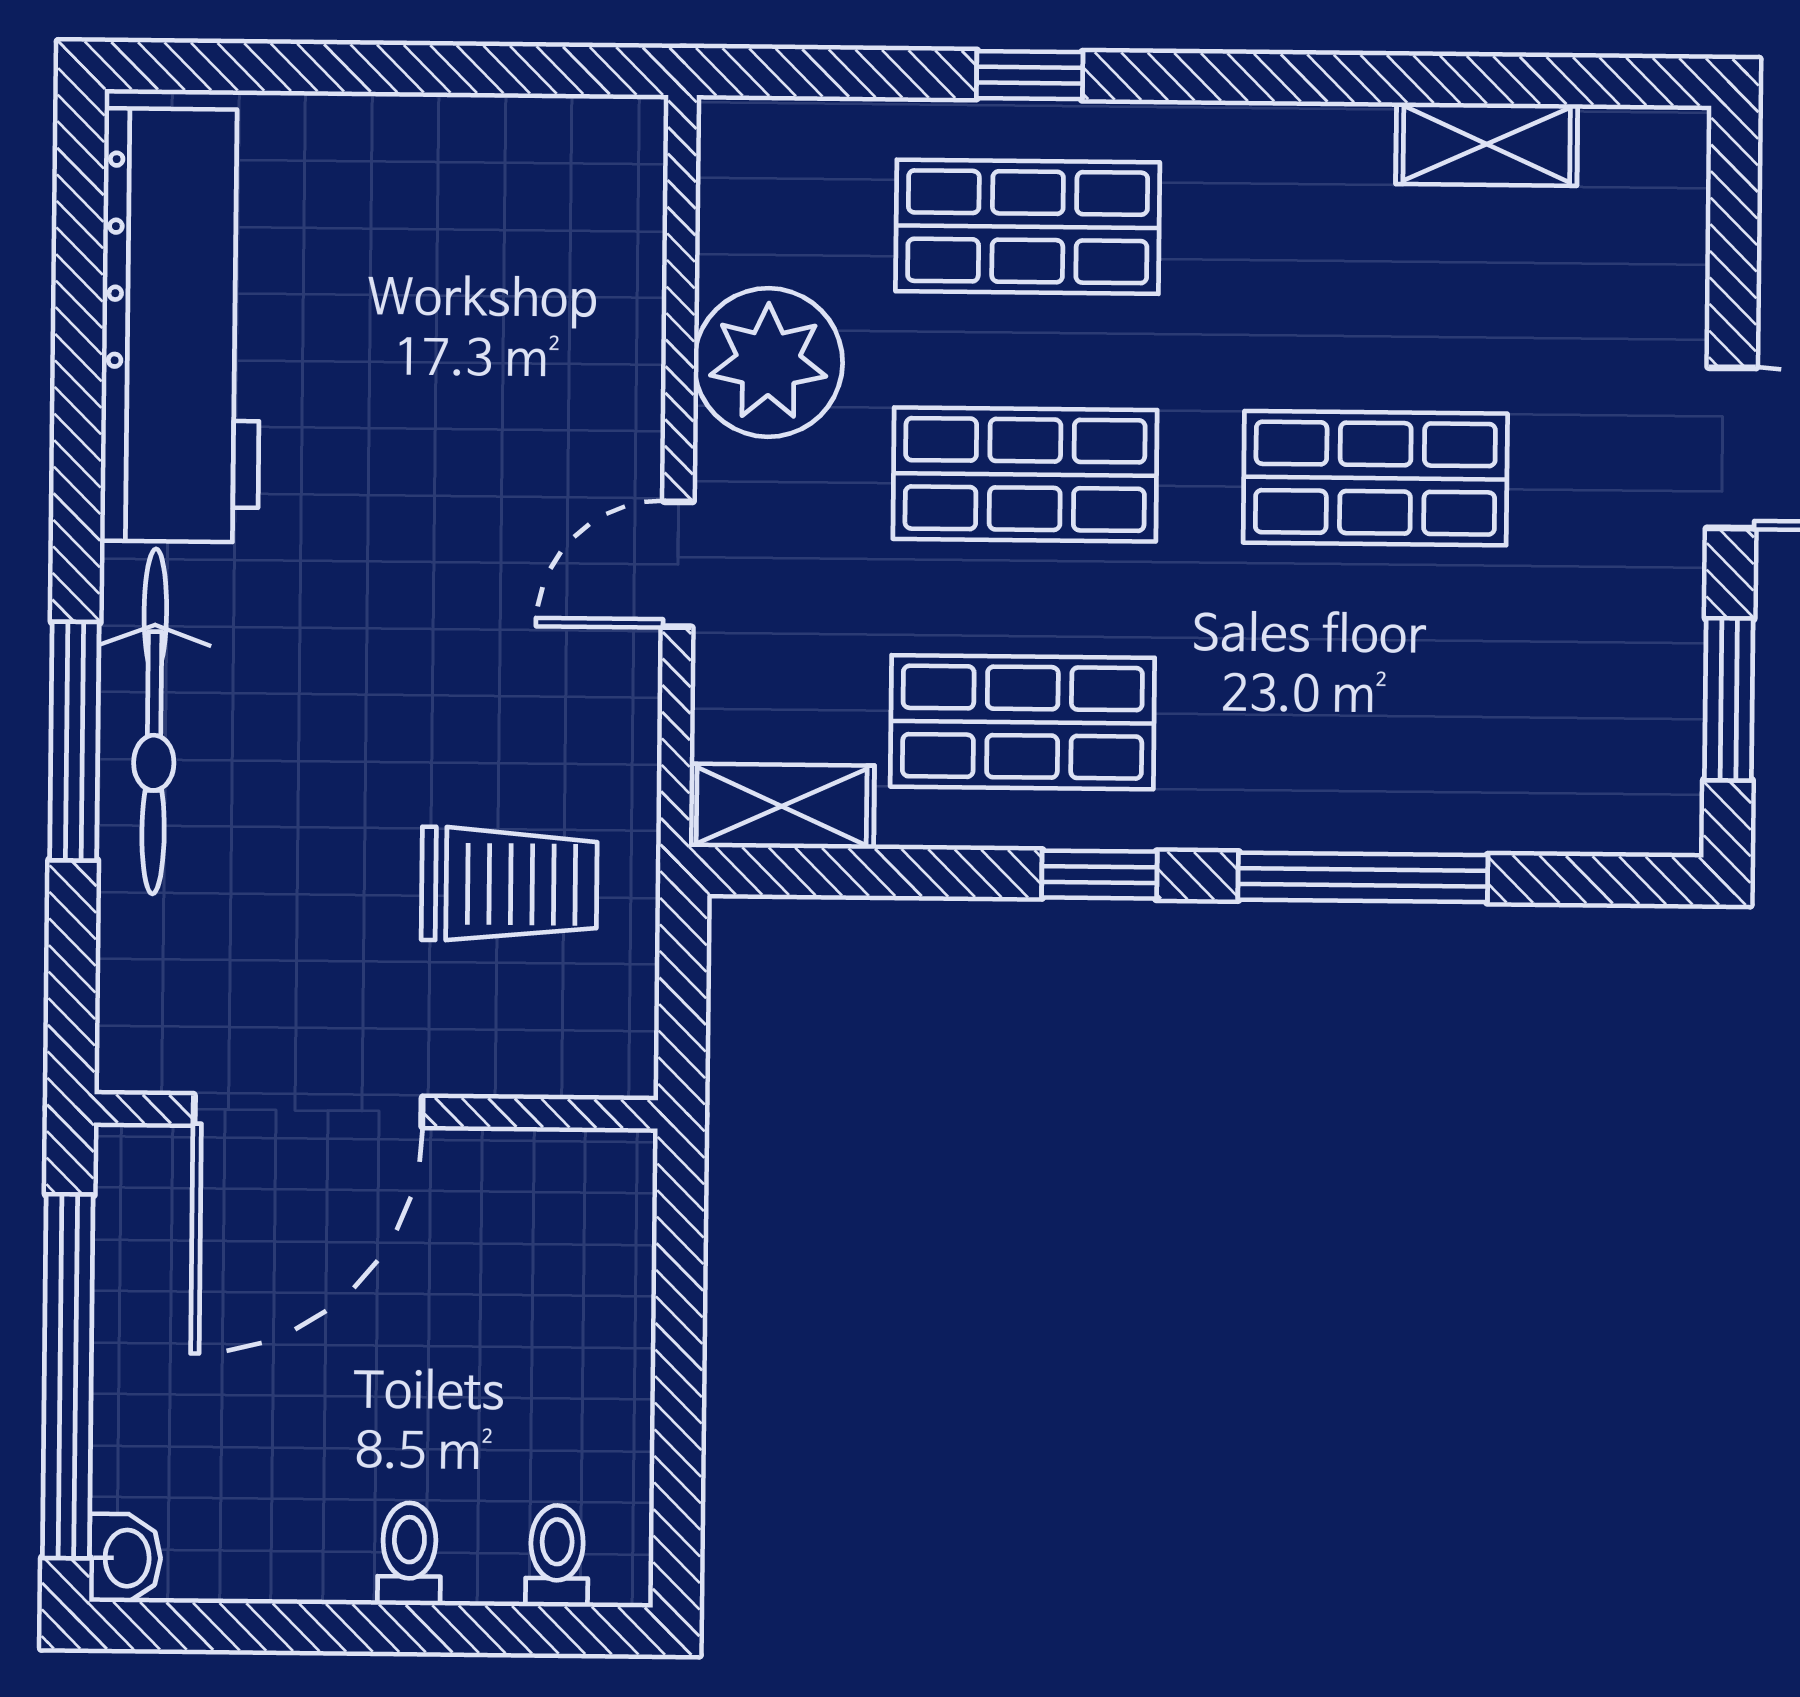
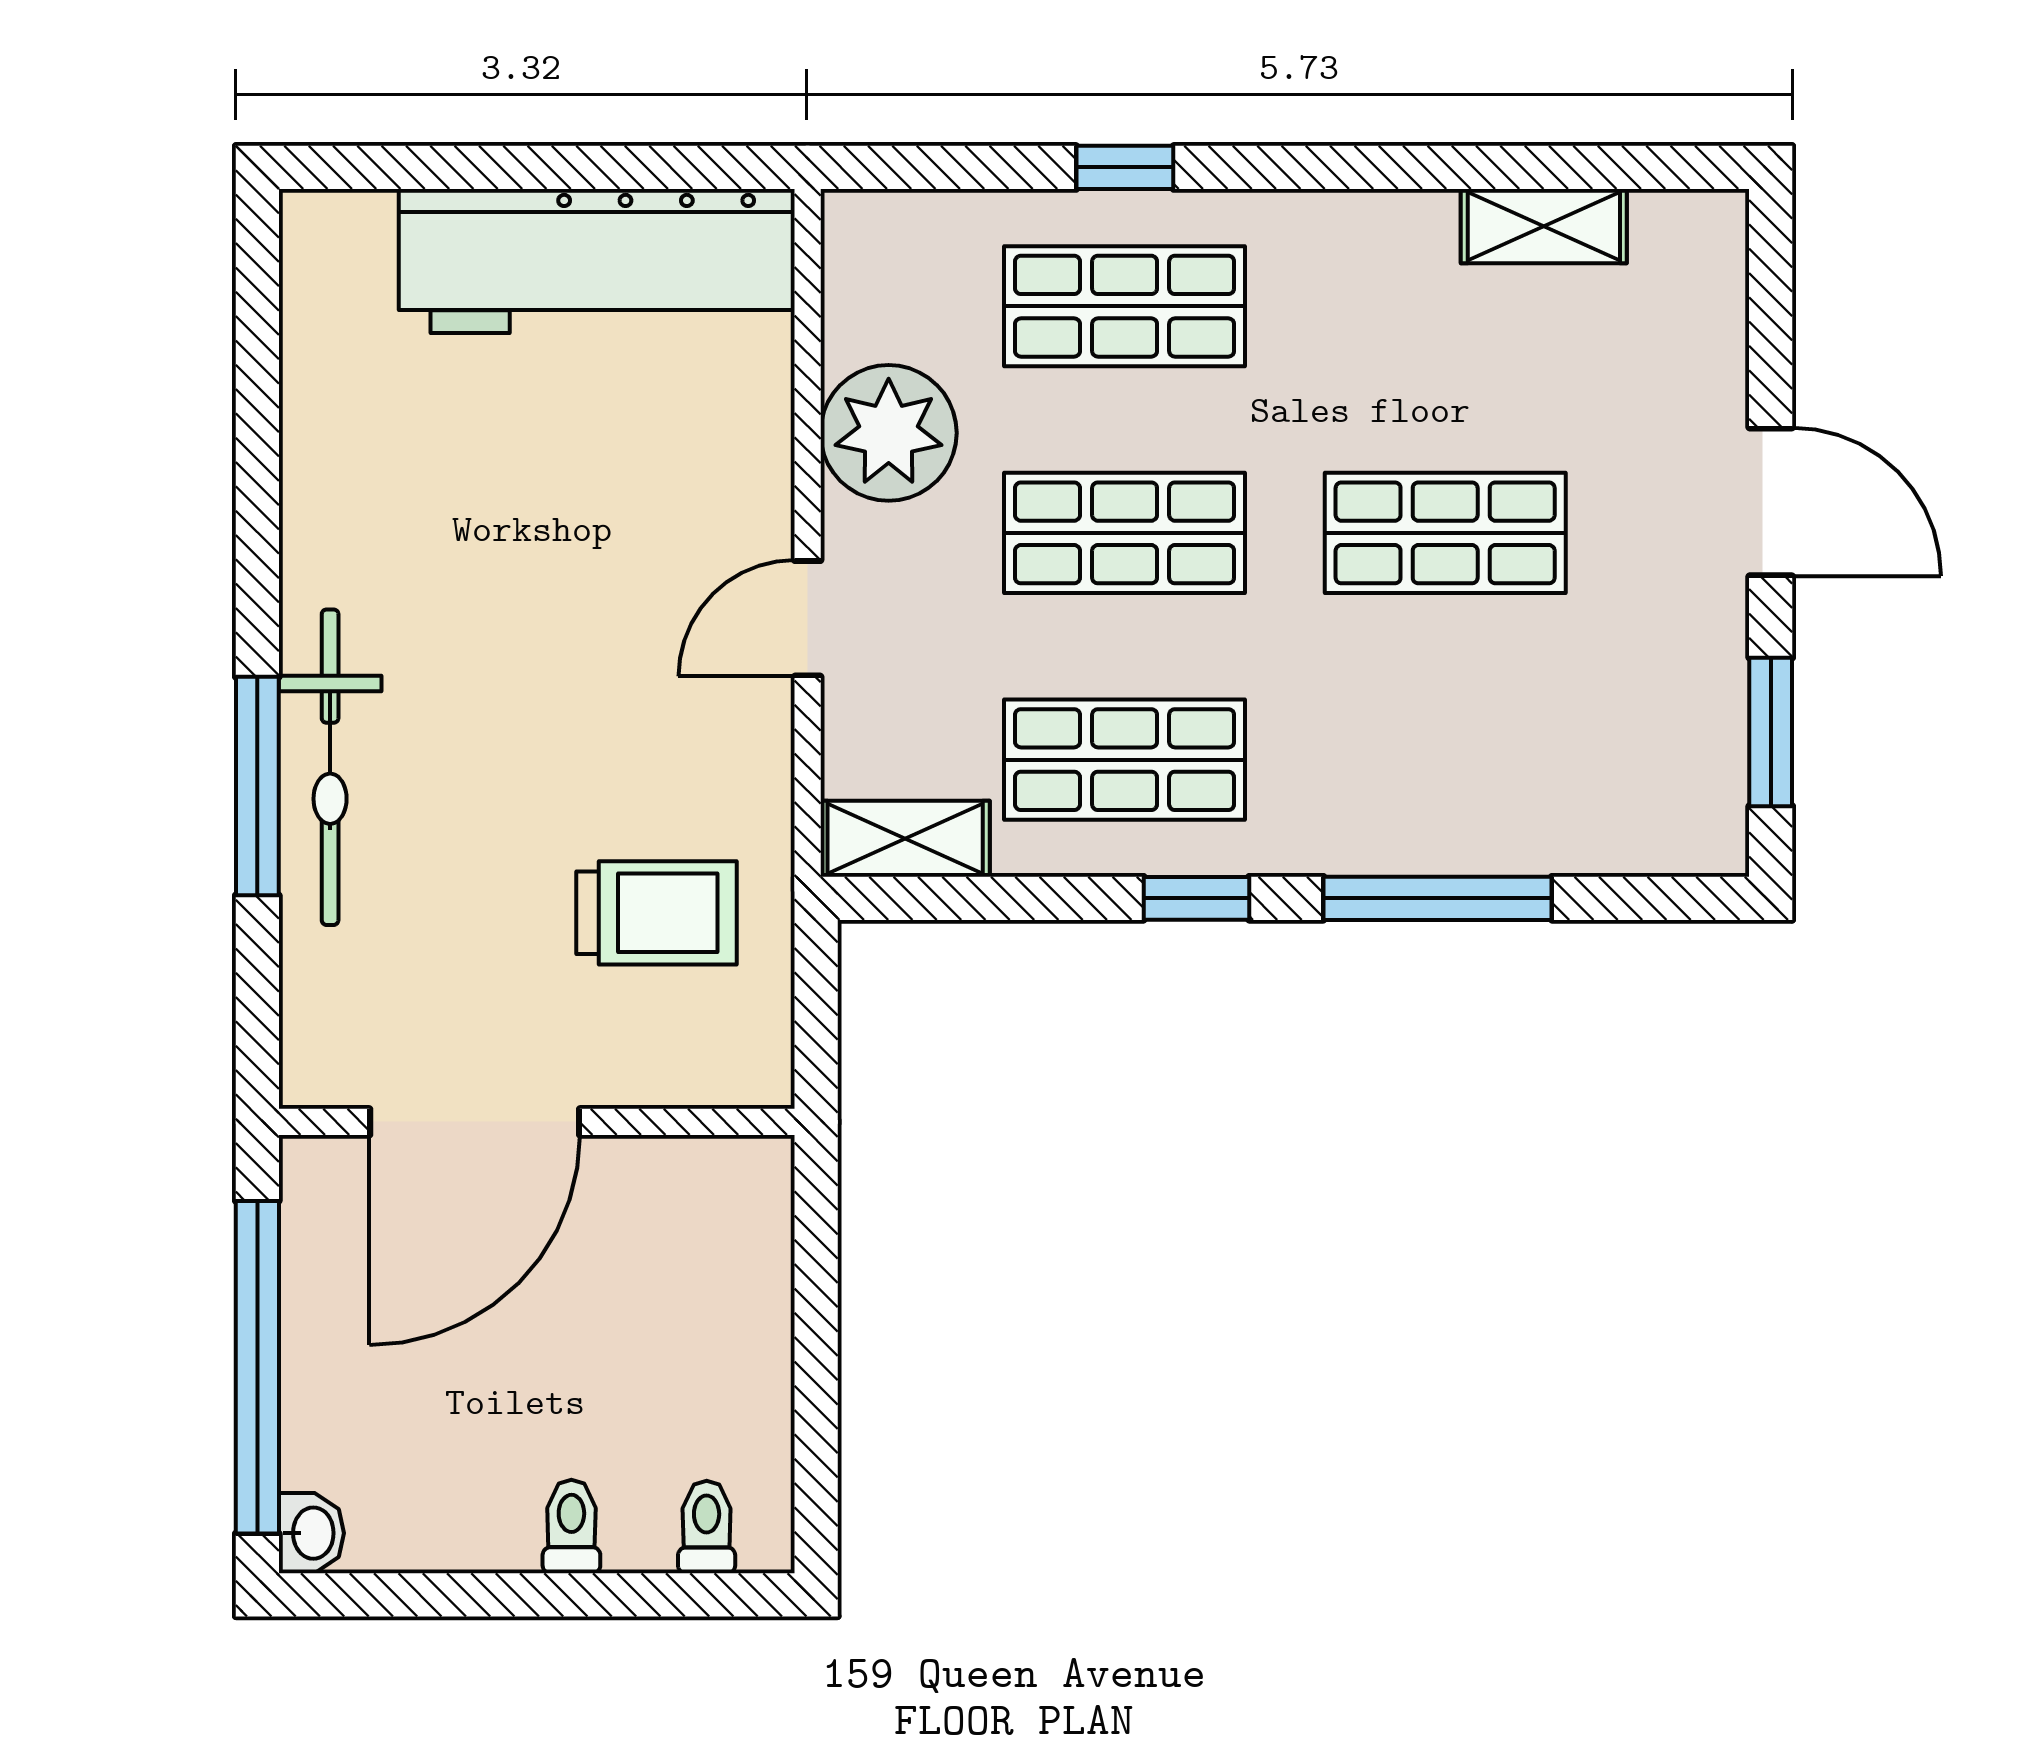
workbench: (181, 325) -> (597, 261), moved, turned 90

